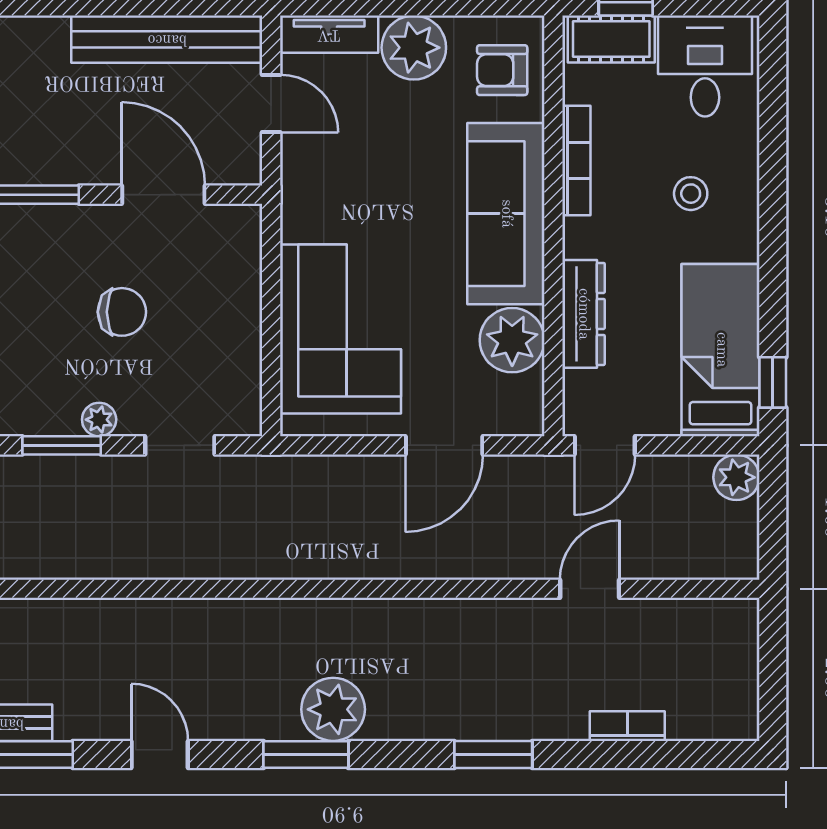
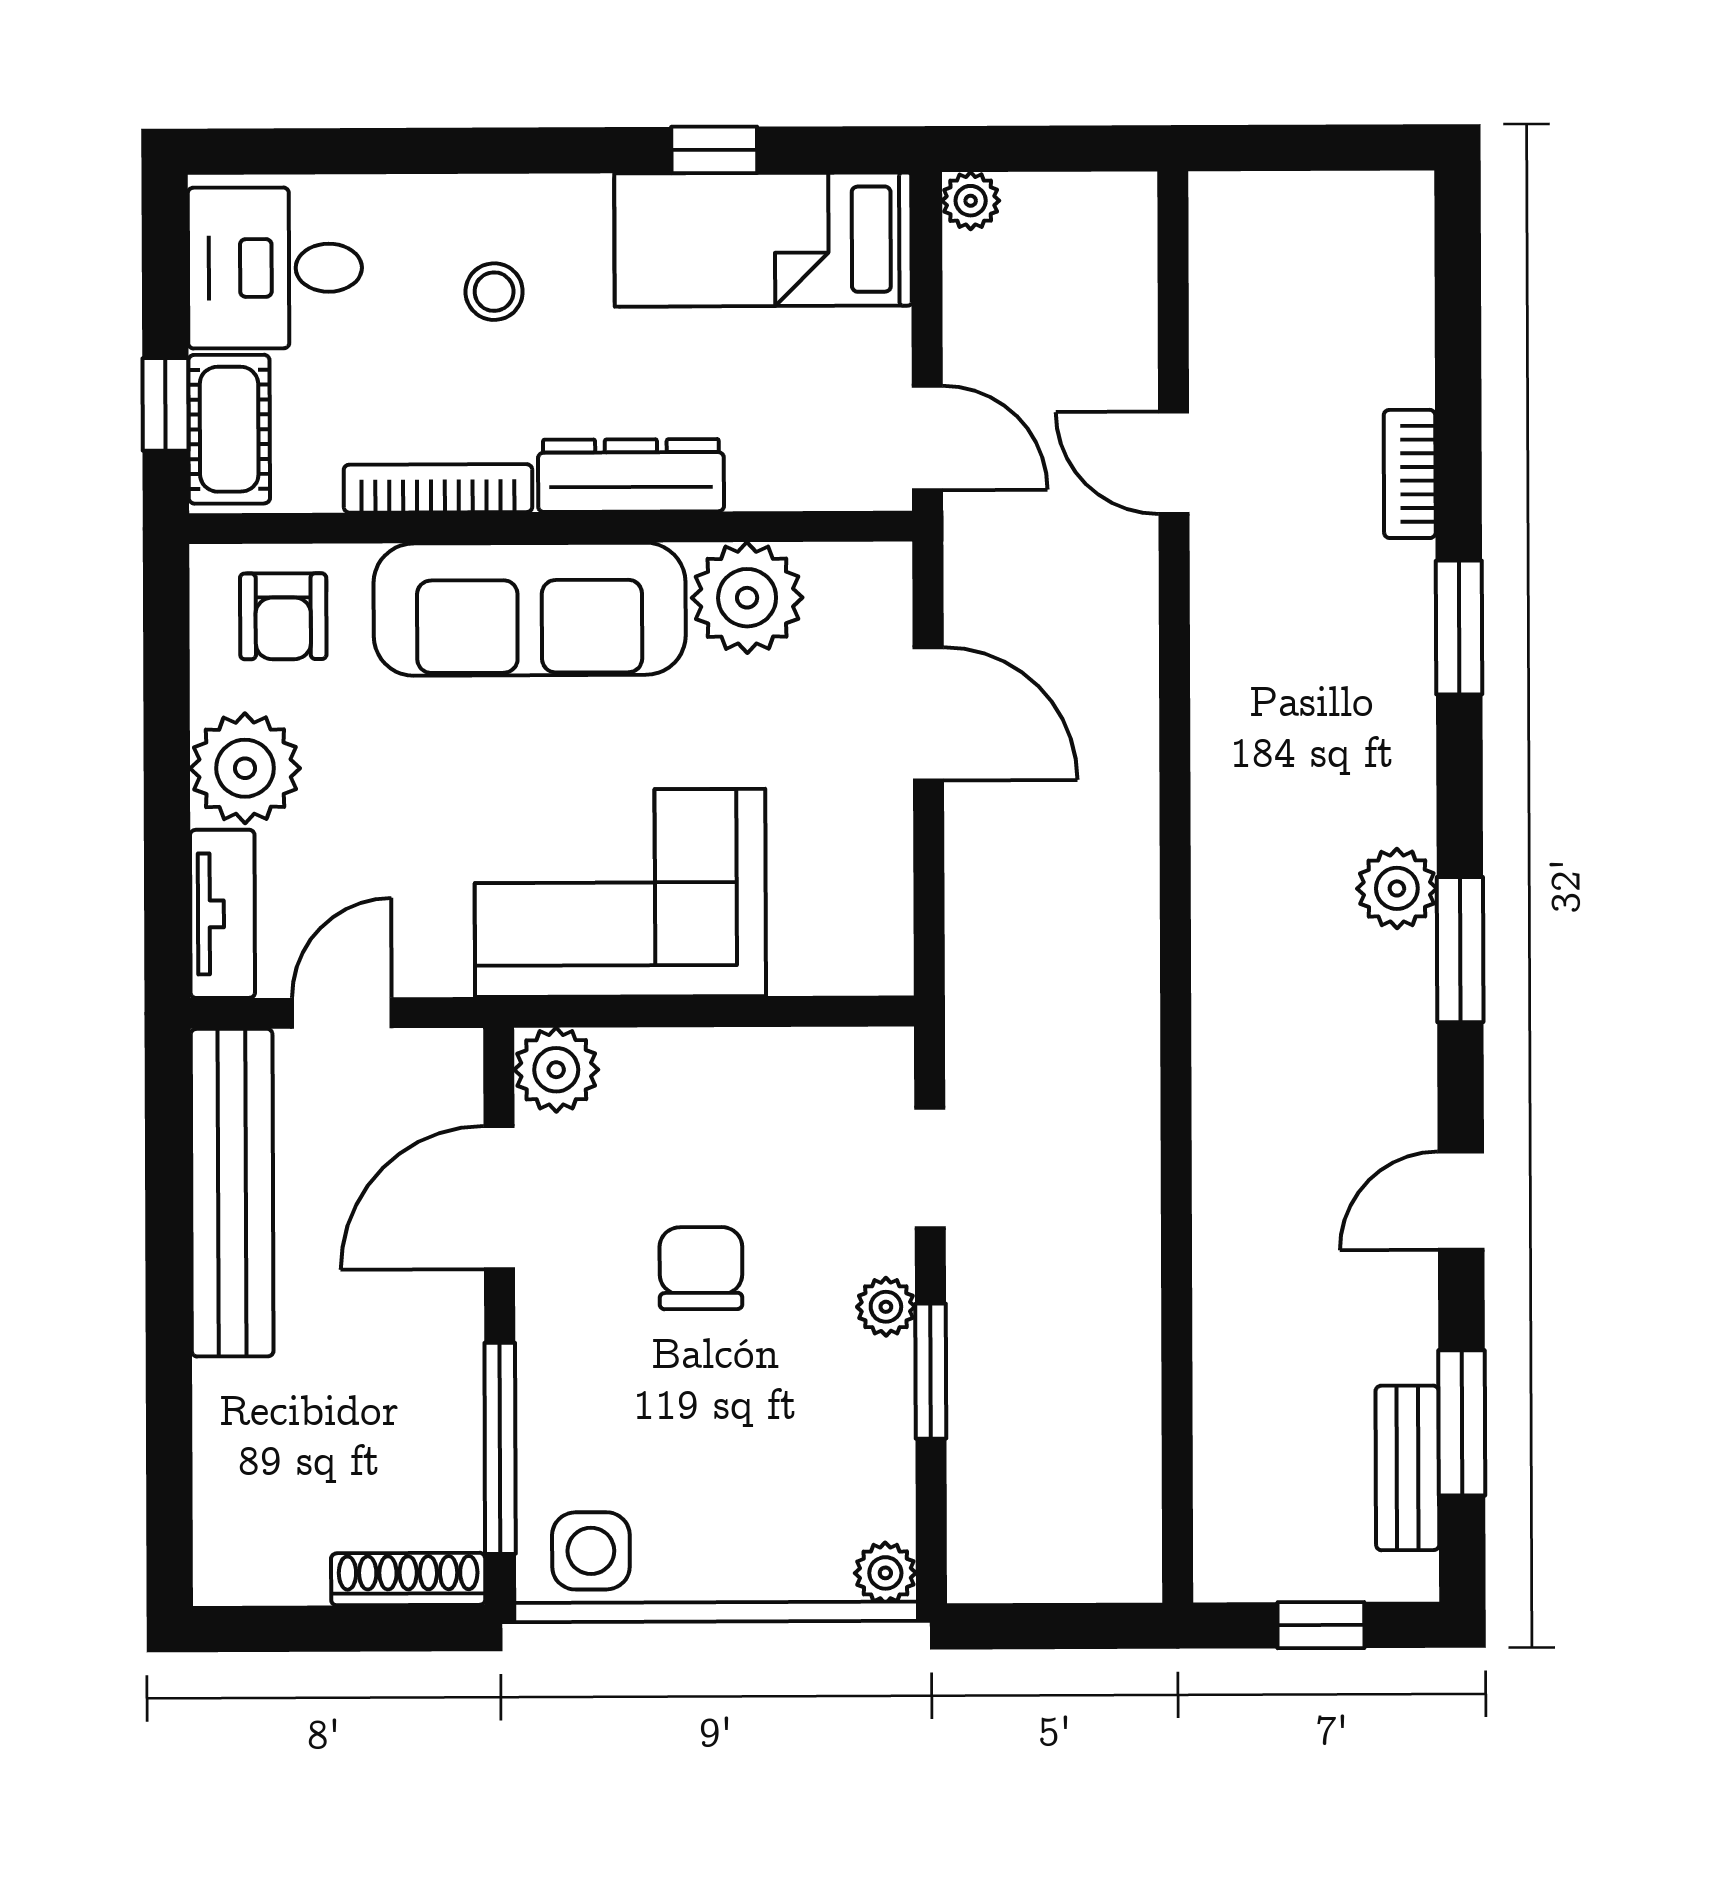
plant: (238, 228) -> (556, 1070), added
dresser: (583, 314) -> (631, 475), moved
corner sofa: (341, 329) -> (620, 893), moved
window: (773, 382) -> (714, 150), moved
plant: (736, 477) -> (971, 201), width x0.73, depth x0.73
plant: (333, 709) -> (1397, 888), width x0.73, depth x0.73
bookcase: (627, 726) -> (1410, 474), moved

